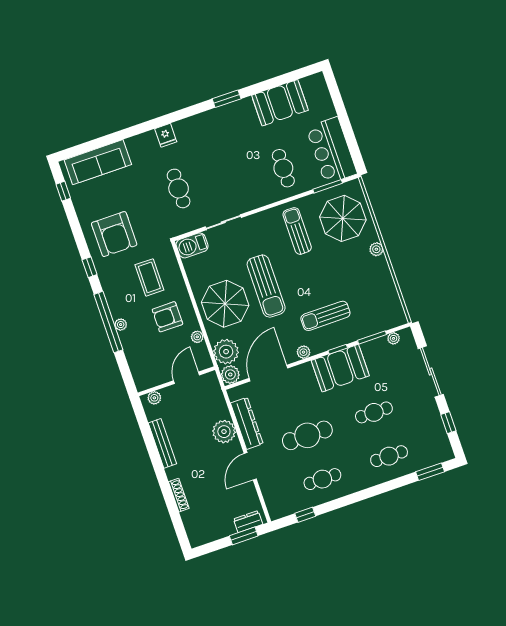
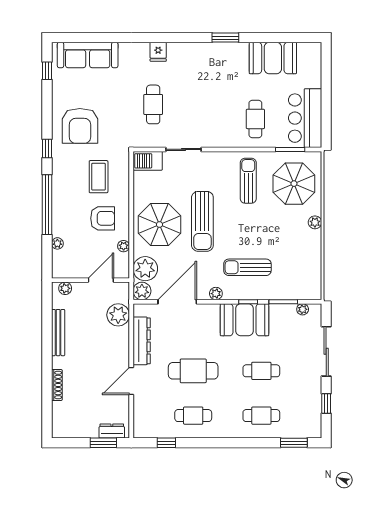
armchair: (167, 317) -> (103, 218), turned 180
plant: (121, 325) -> (57, 243), moved
plant: (224, 432) -> (118, 315), moved

